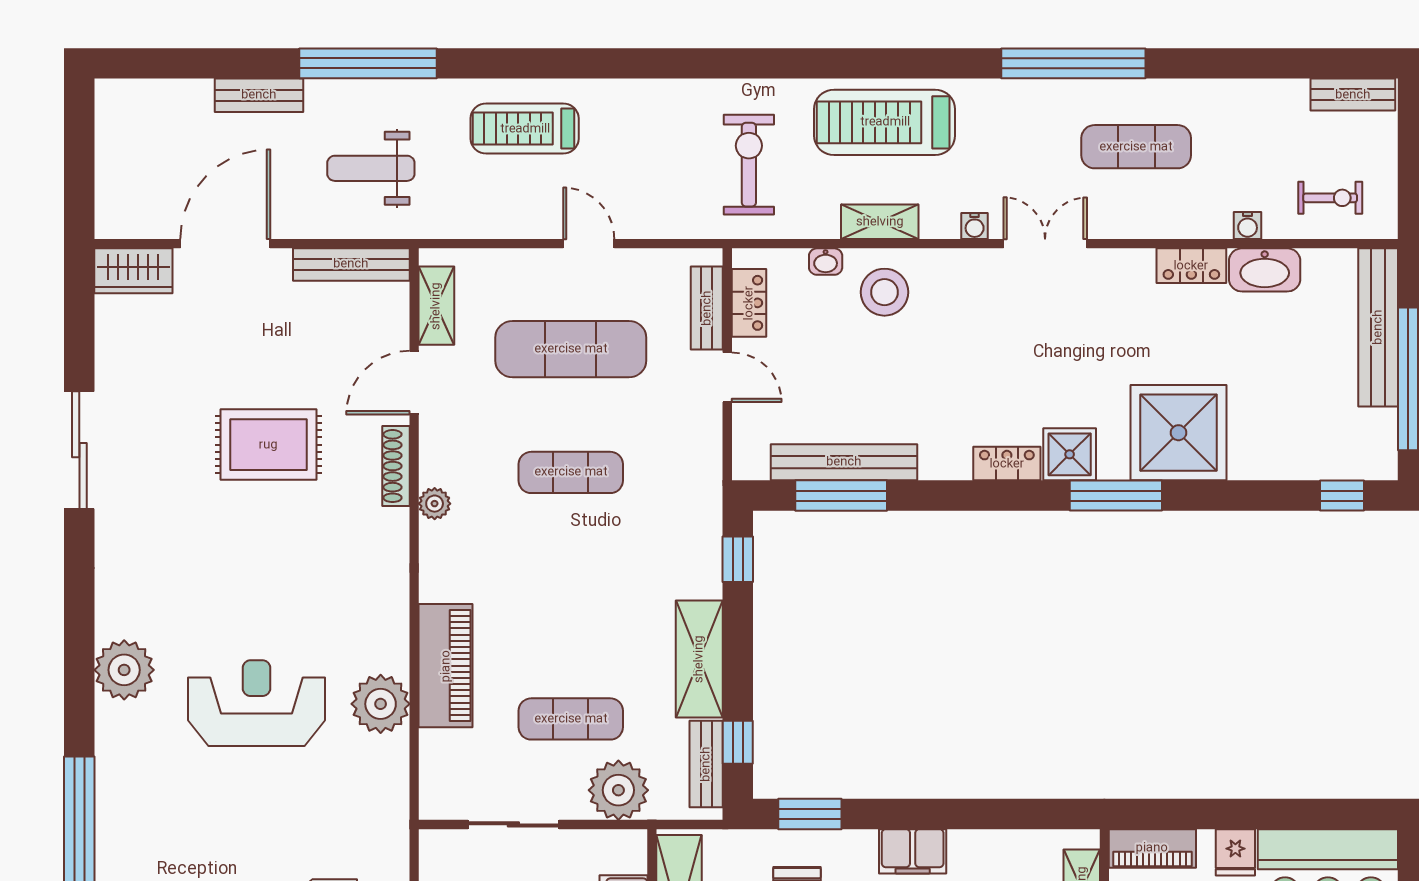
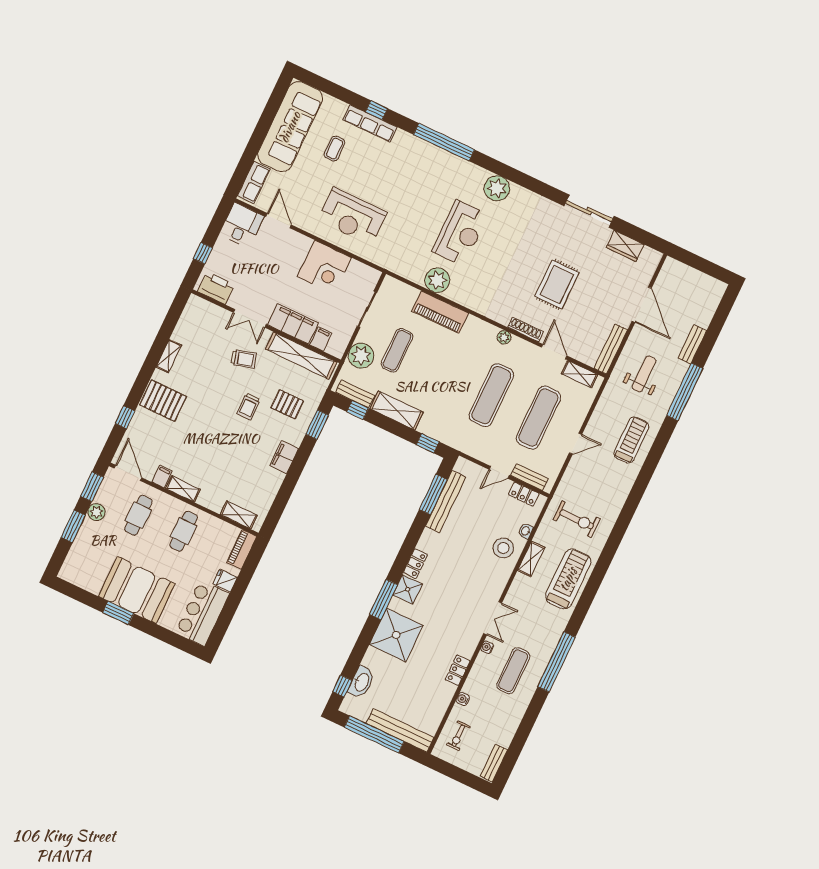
water cooler: (975, 226) -> (487, 647), moved
washbasin: (1265, 270) -> (361, 682), moved, turned 180
wardrobe: (133, 271) -> (625, 246), moved, turned -90
exercise mat: (571, 472) -> (491, 395), width x1.36, depth x1.45

